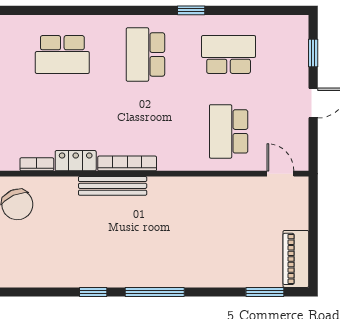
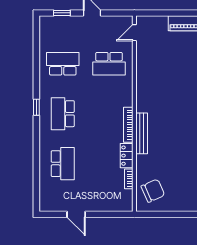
window: (191, 10) -> (36, 107), moved
school desk: (145, 54) -> (63, 114), turned 90
school desk: (229, 54) -> (63, 64), turned 90

